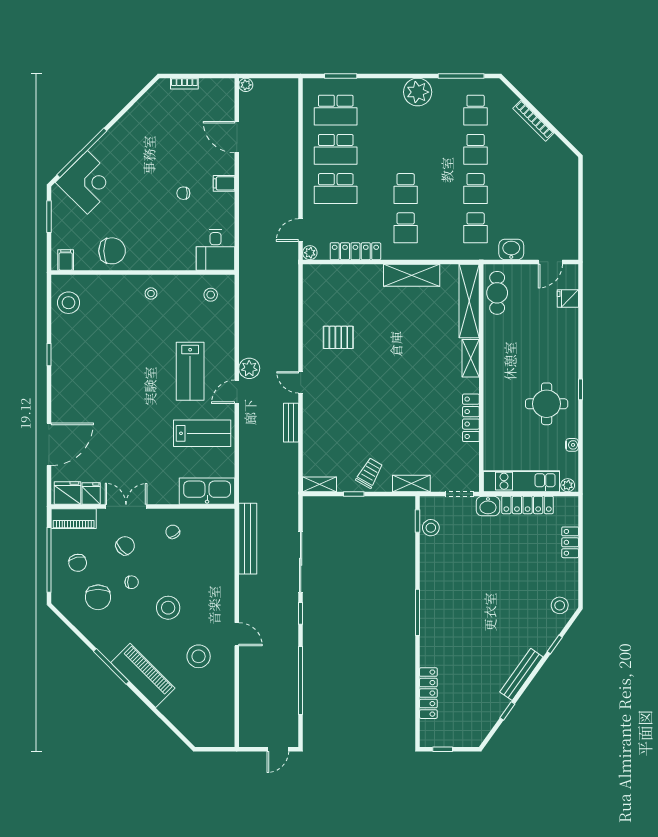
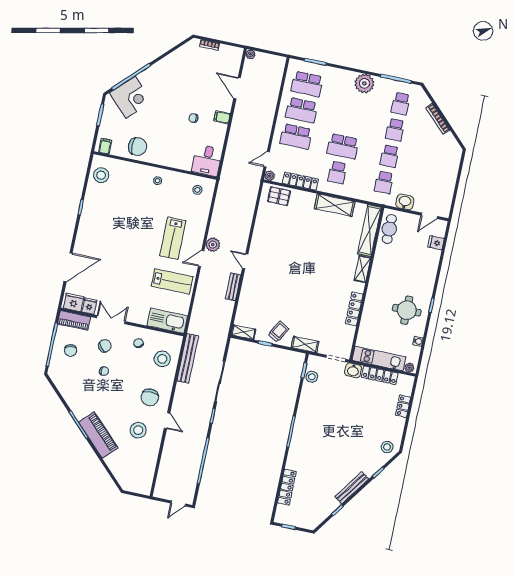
school desk: (406, 189) -> (343, 146), width x1.85
pallet: (338, 337) -> (279, 196), moved
chair: (98, 597) -> (150, 397), moved
stool: (168, 608) -> (162, 359), moved

